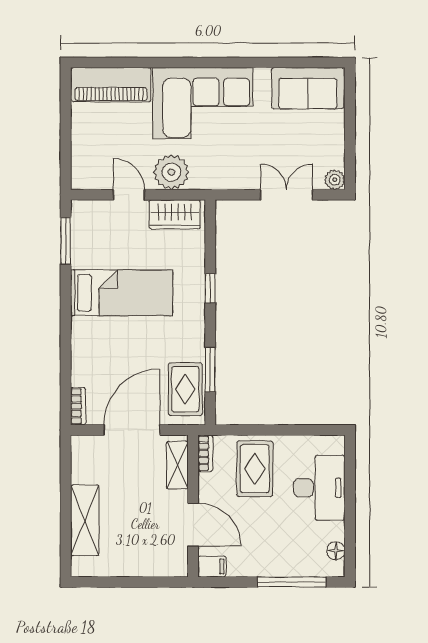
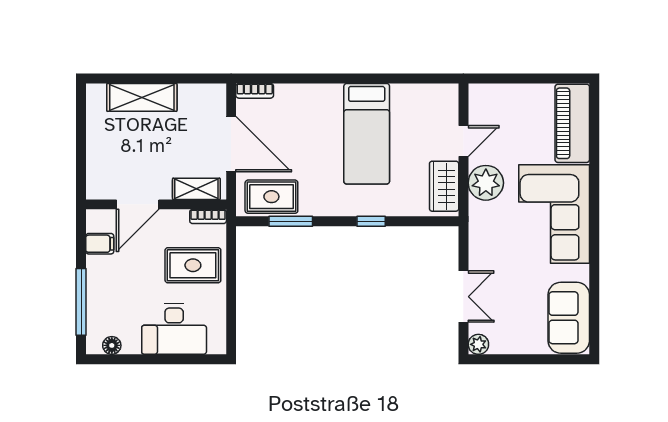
window: (66, 241) -> (418, 78), removed
filing cabinet: (212, 566) -> (100, 244), moved, turned -90

